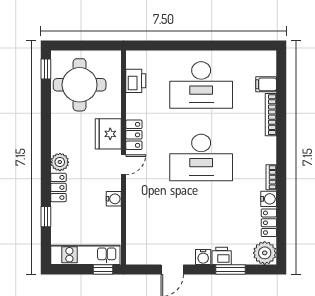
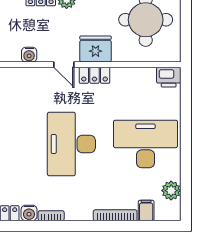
plant: (247, 60) -> (171, 191), added
printer: (136, 81) -> (169, 77), moved
desk: (201, 85) -> (145, 144), turned 90

